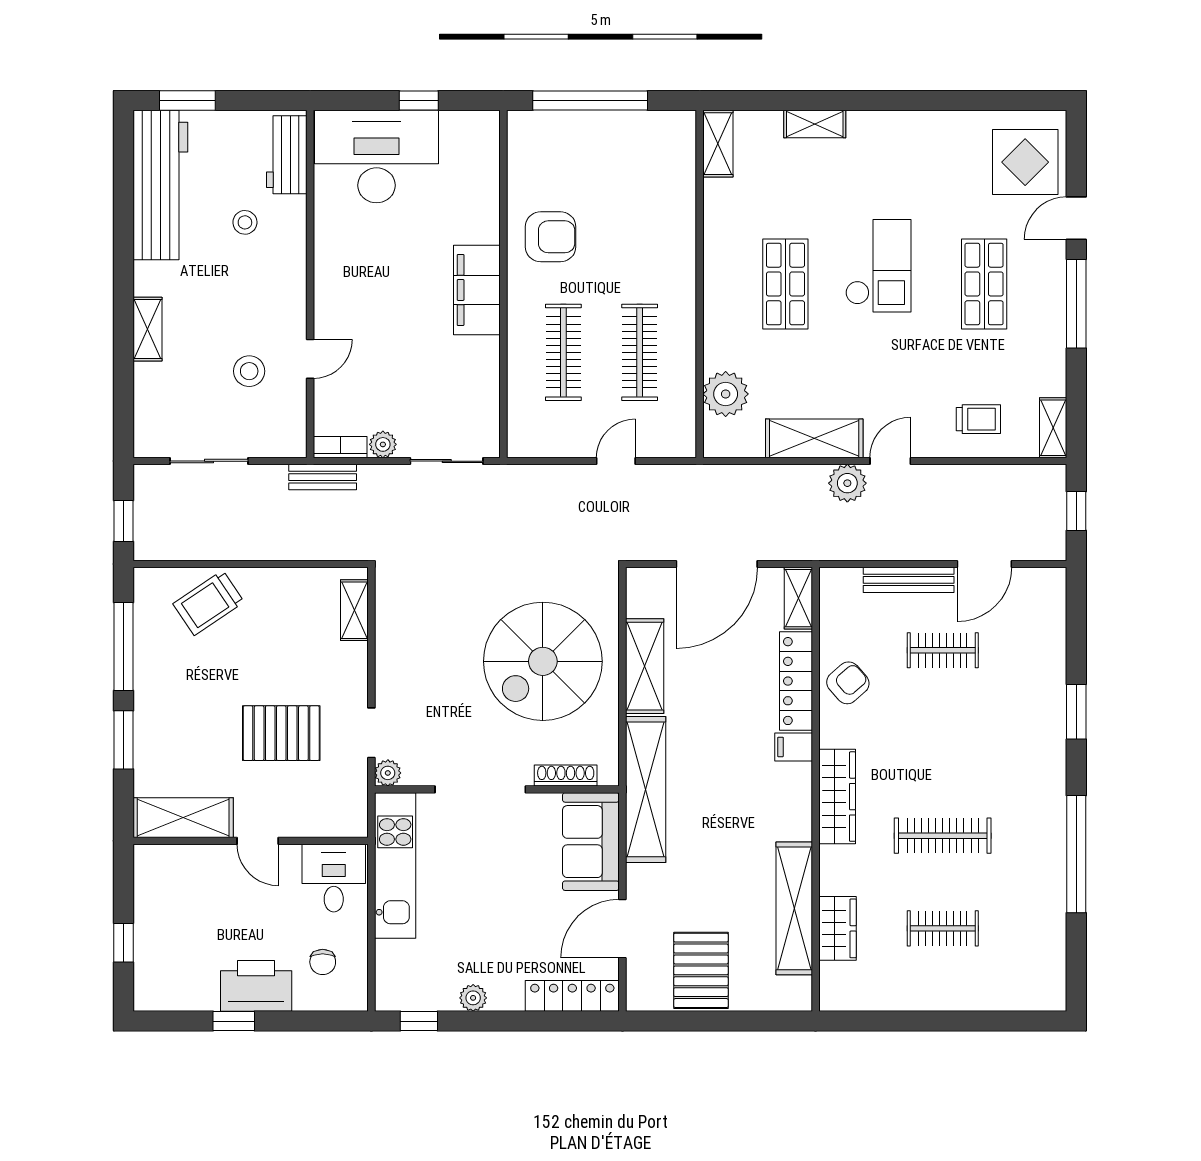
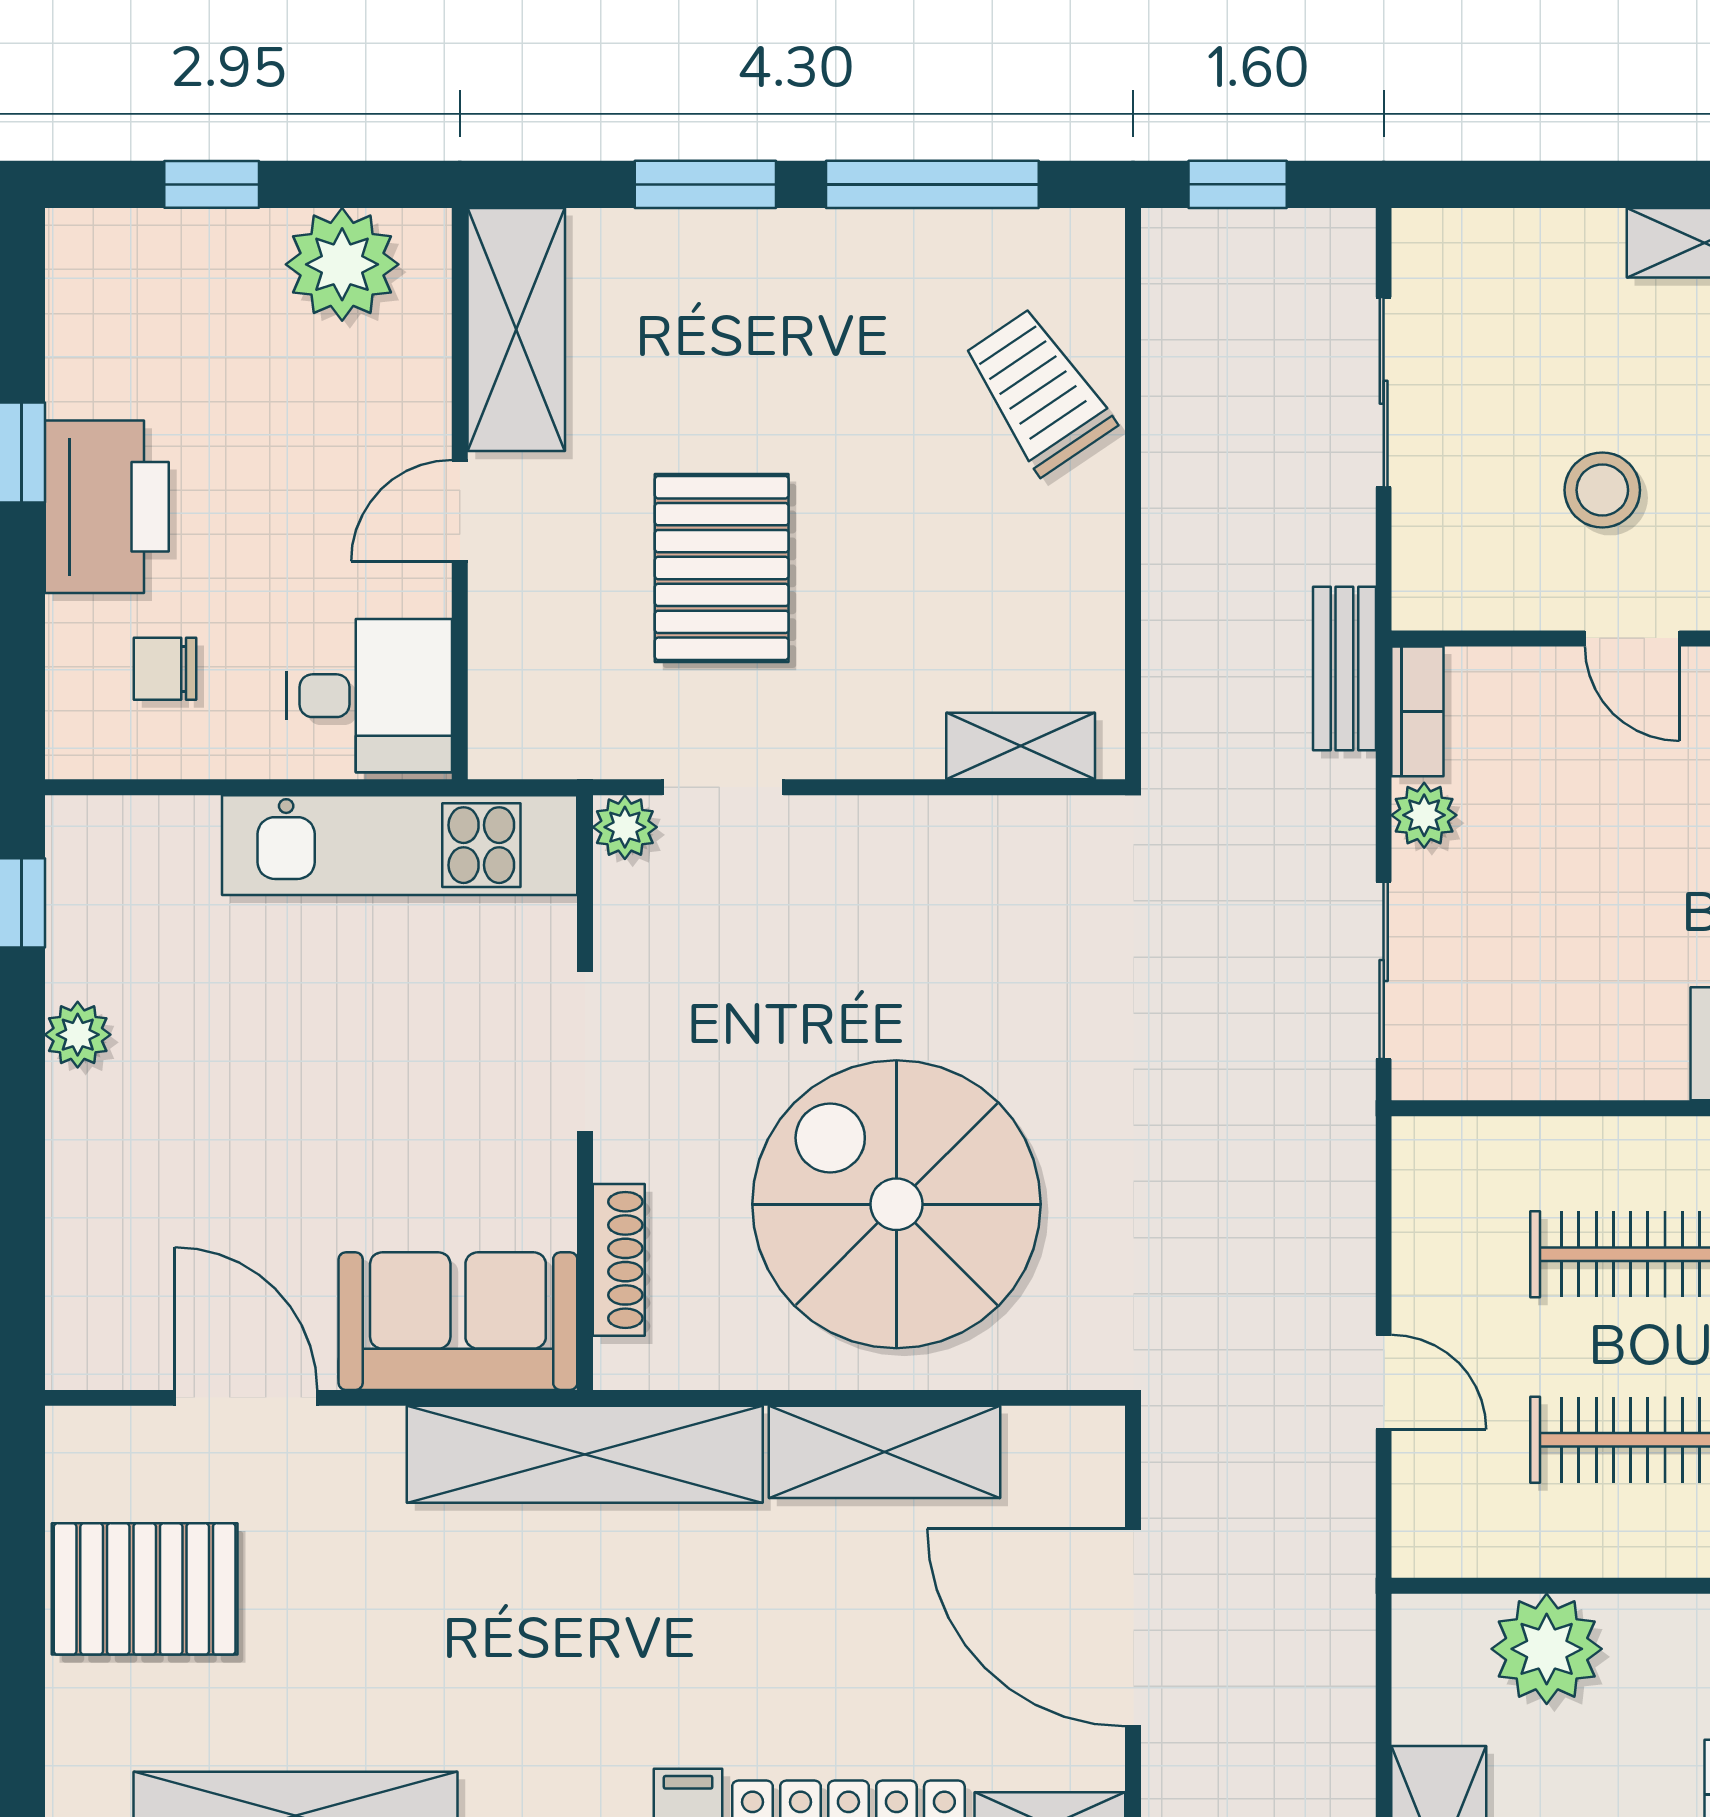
doorway: (480, 789) -> (585, 1052), width x0.73
plant: (156, 889) -> (342, 264), added
locker: (572, 996) -> (83, 1276), removed

